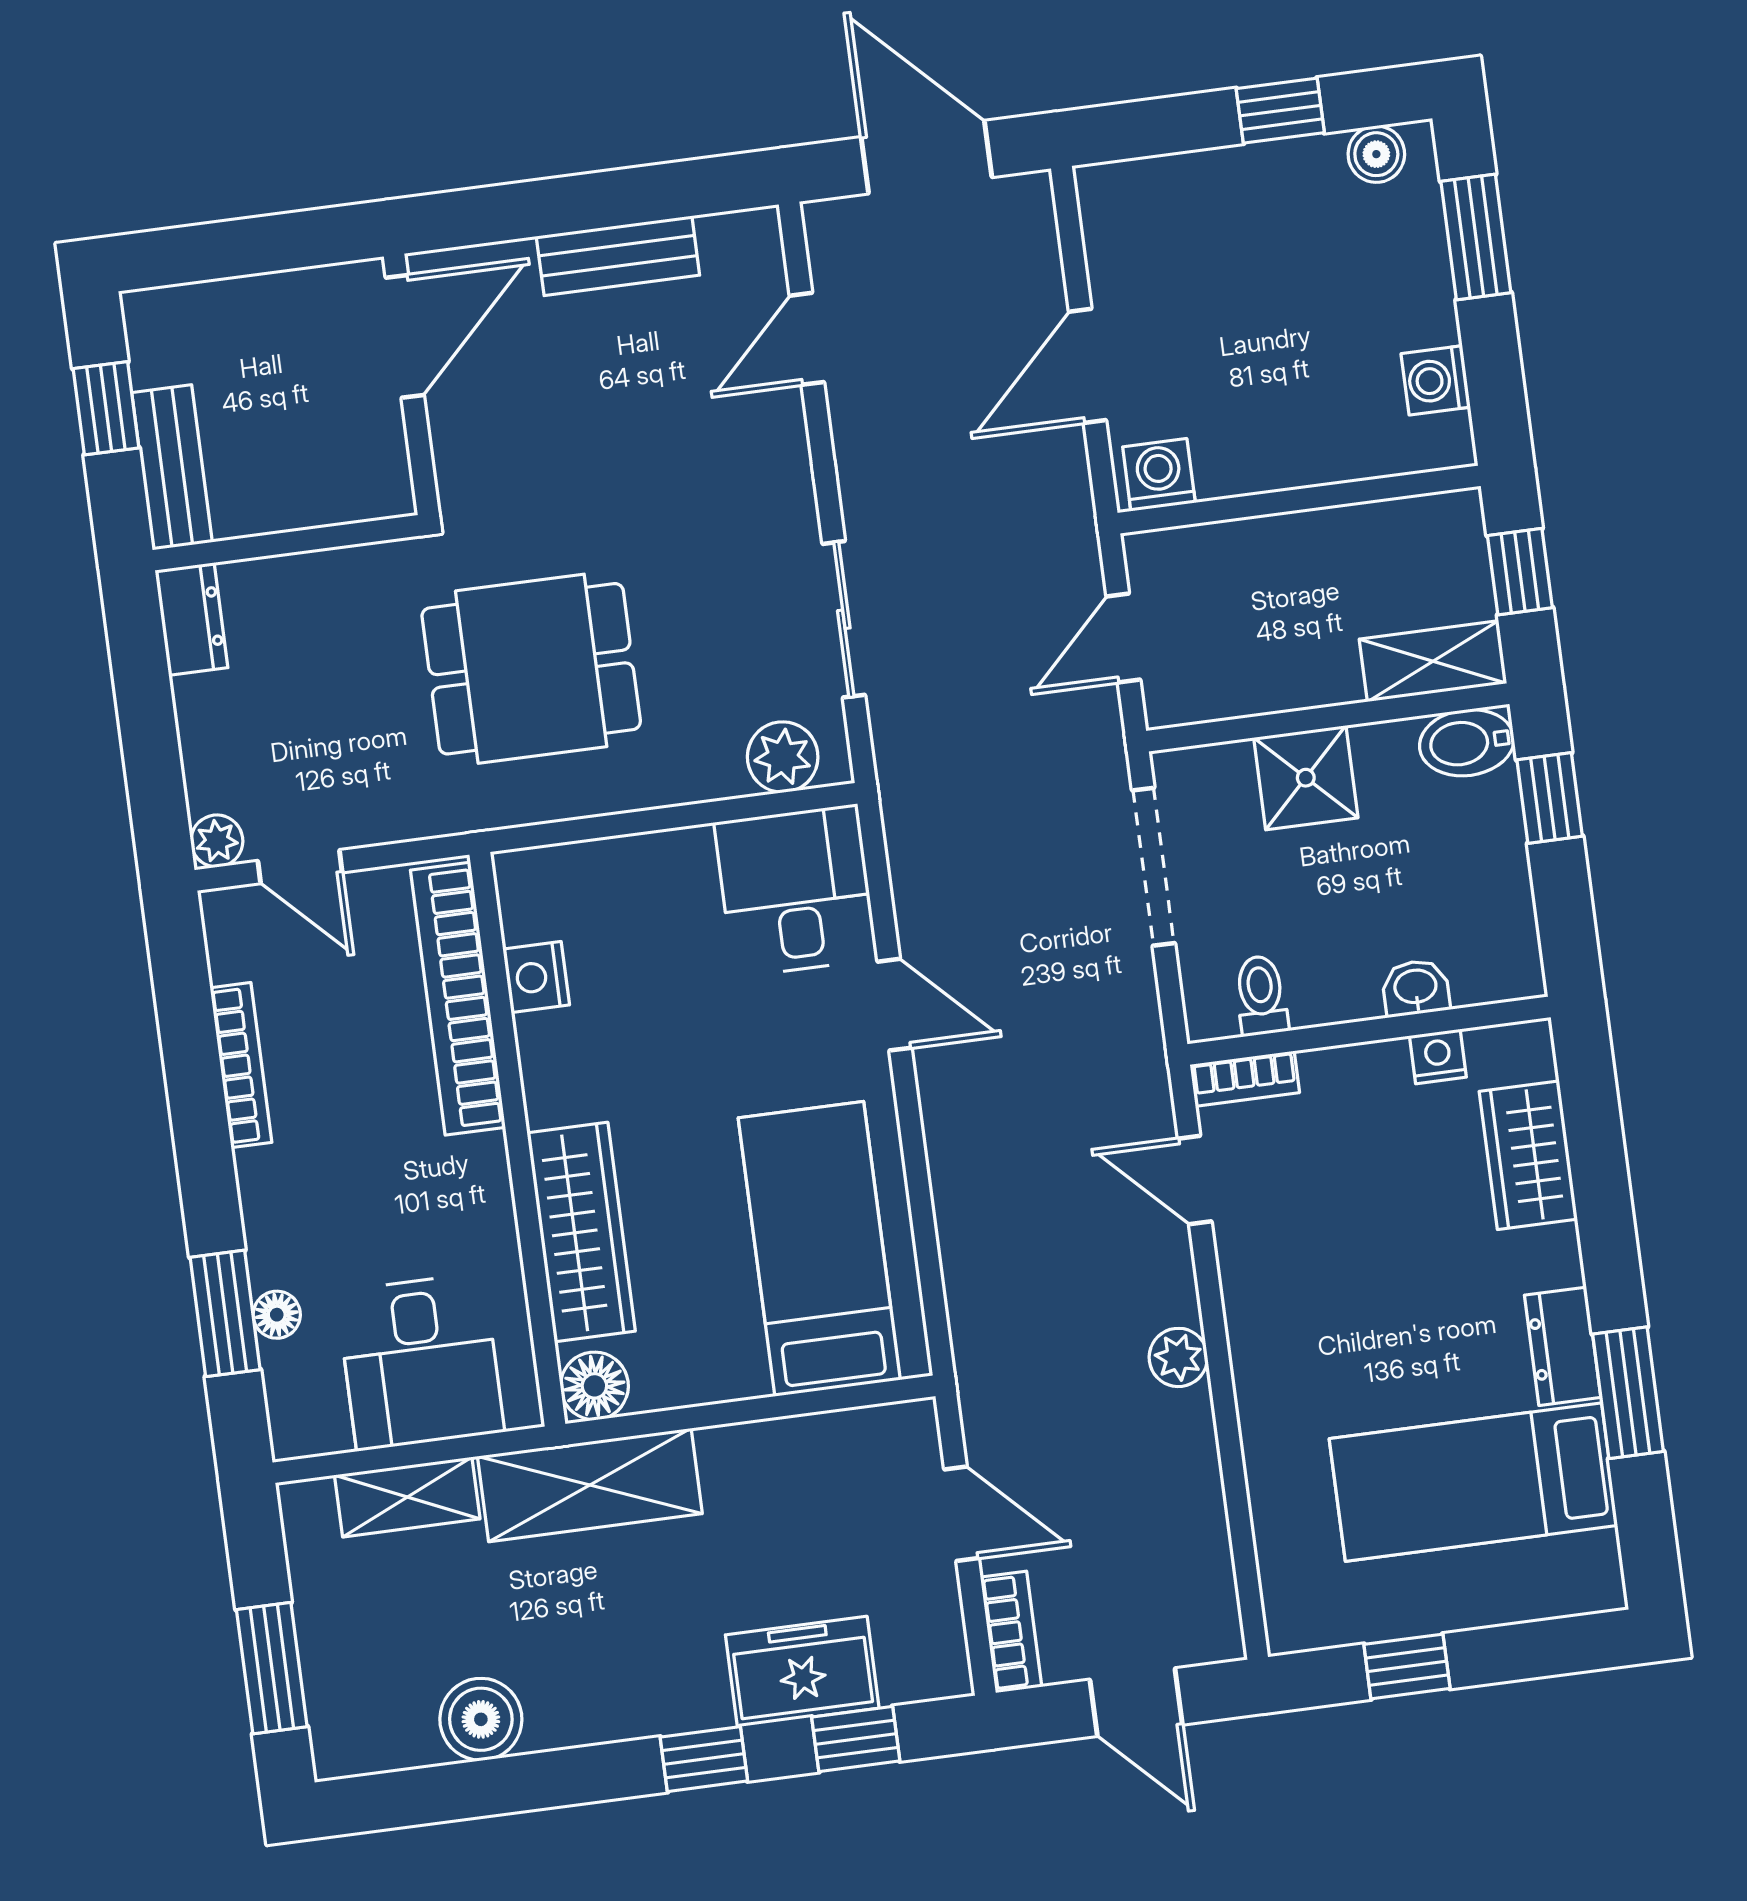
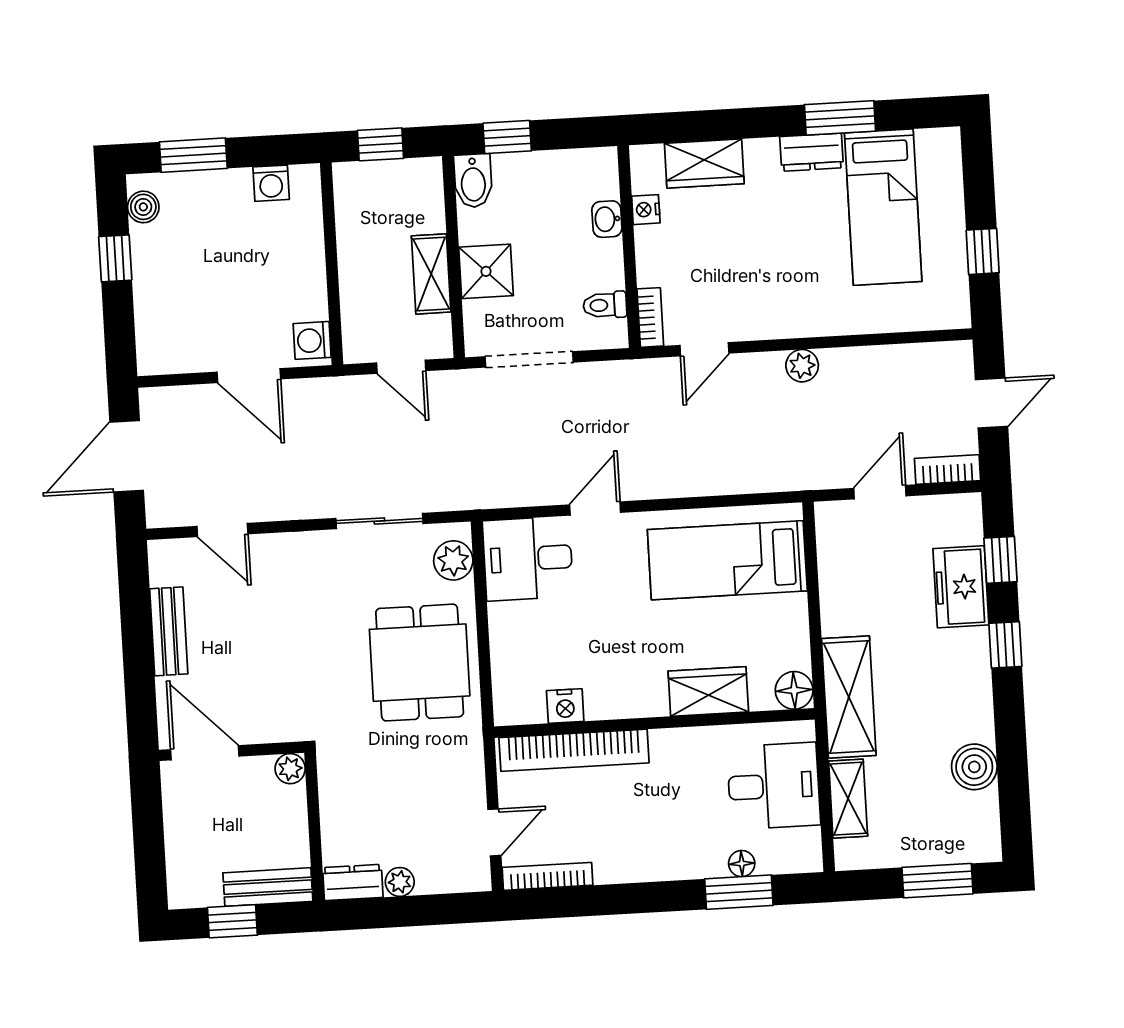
plant: (388, 492) -> (290, 769), added
shelving: (1433, 661) -> (431, 274), moved
dining table: (531, 669) -> (420, 663), moved
plant: (217, 841) -> (400, 882), moved
bookcase: (241, 1065) -> (547, 876), moved
wardrobe: (581, 1232) -> (708, 691), width x0.67

